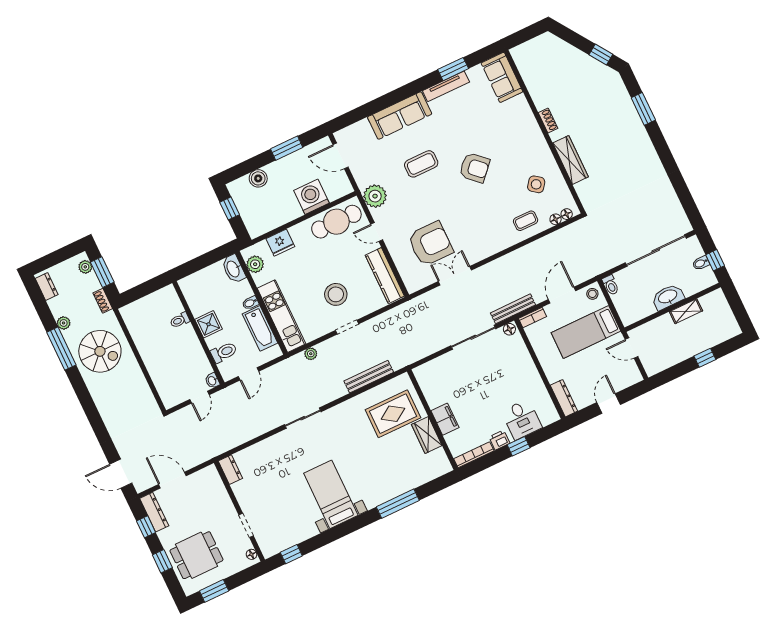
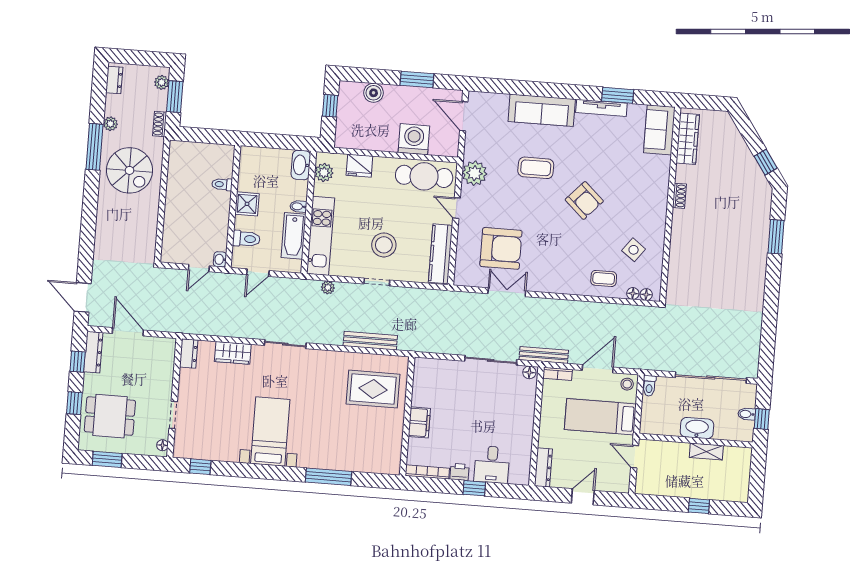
wardrobe: (570, 160) -> (688, 139), moved
wardrobe: (427, 435) -> (233, 353), moved, turned -90

